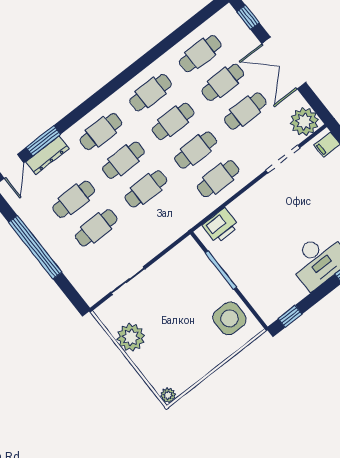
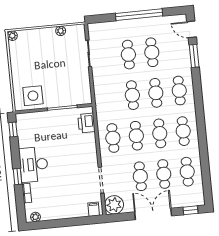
dresser: (47, 155) -> (185, 53), removed
plant: (131, 337) -> (61, 31), width x0.53, depth x0.53

